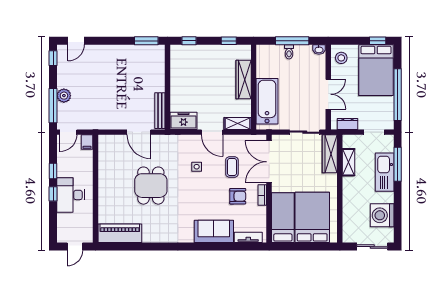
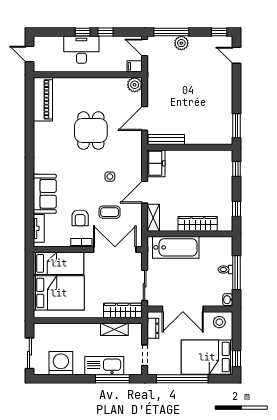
double door: (328, 94) -> (183, 309), width x1.37
plant: (105, 142) -> (135, 85), added
dining table: (151, 186) -> (91, 131), turned 90

